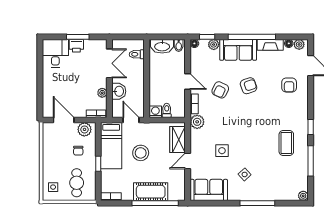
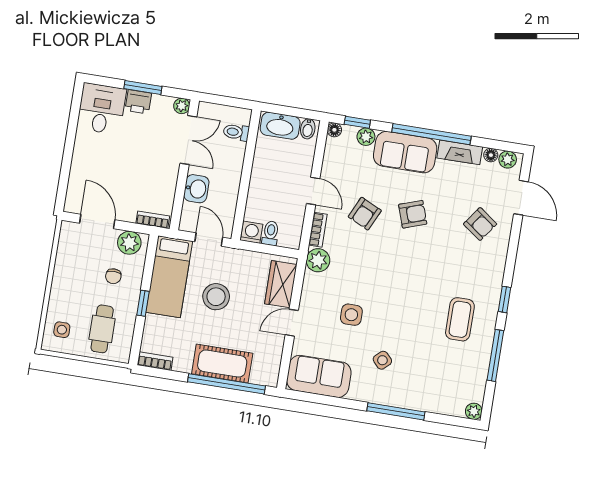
armchair: (289, 85) -> (480, 224), turned -54
plant: (102, 93) -> (182, 106), moved

